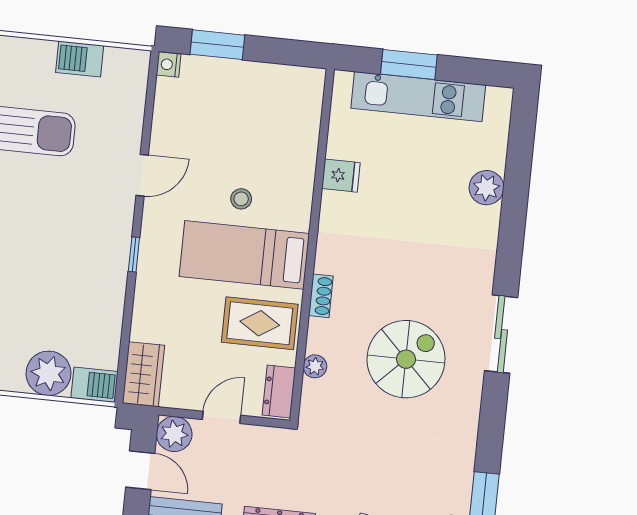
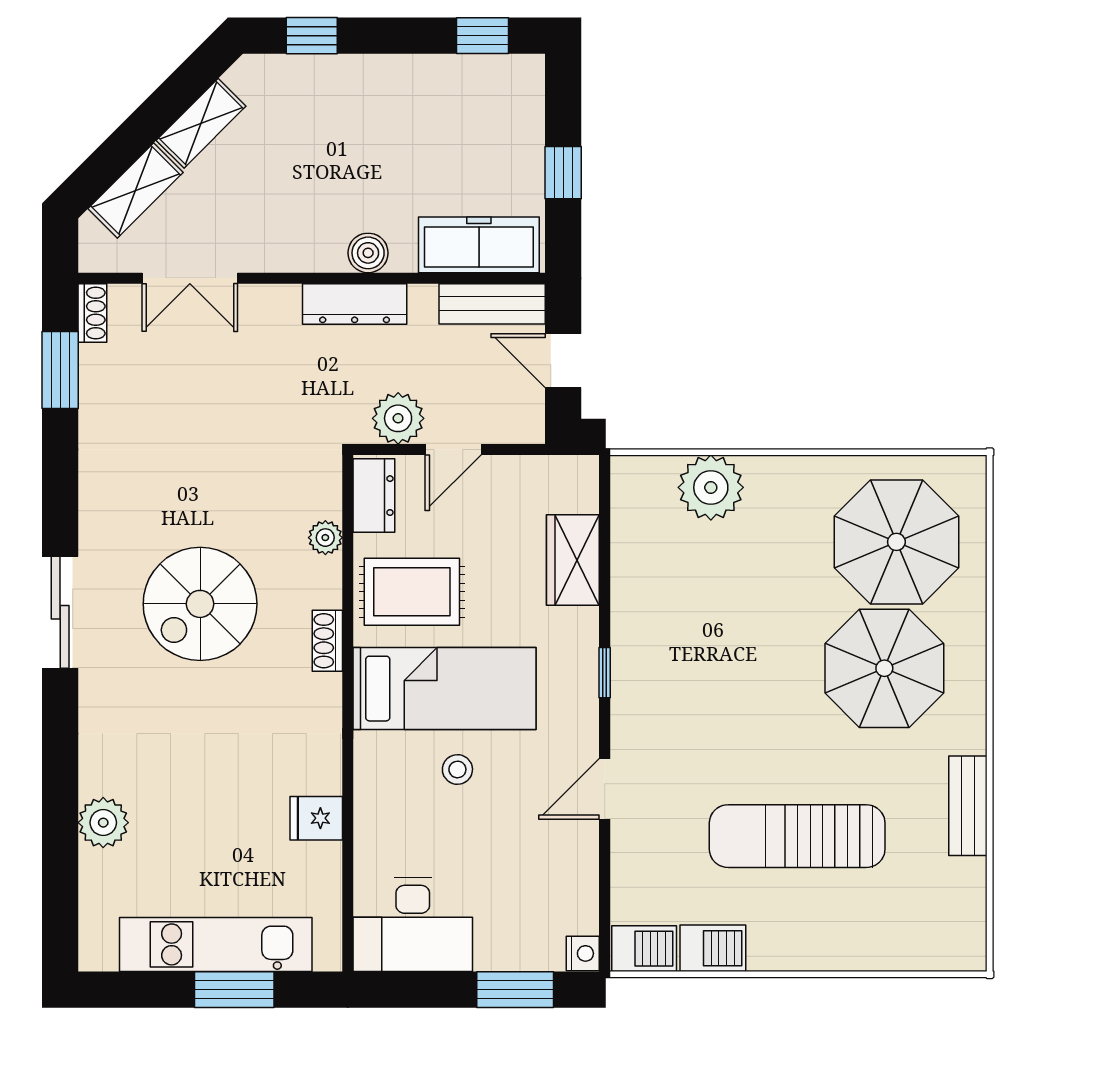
desk: (283, 96) -> (413, 925), added
spiral stairs: (406, 359) -> (200, 604), moved
wardrobe: (143, 374) -> (573, 560), moved
barbecue: (95, 385) -> (644, 949), moved, turned 180
plant: (174, 434) -> (398, 418), moved

